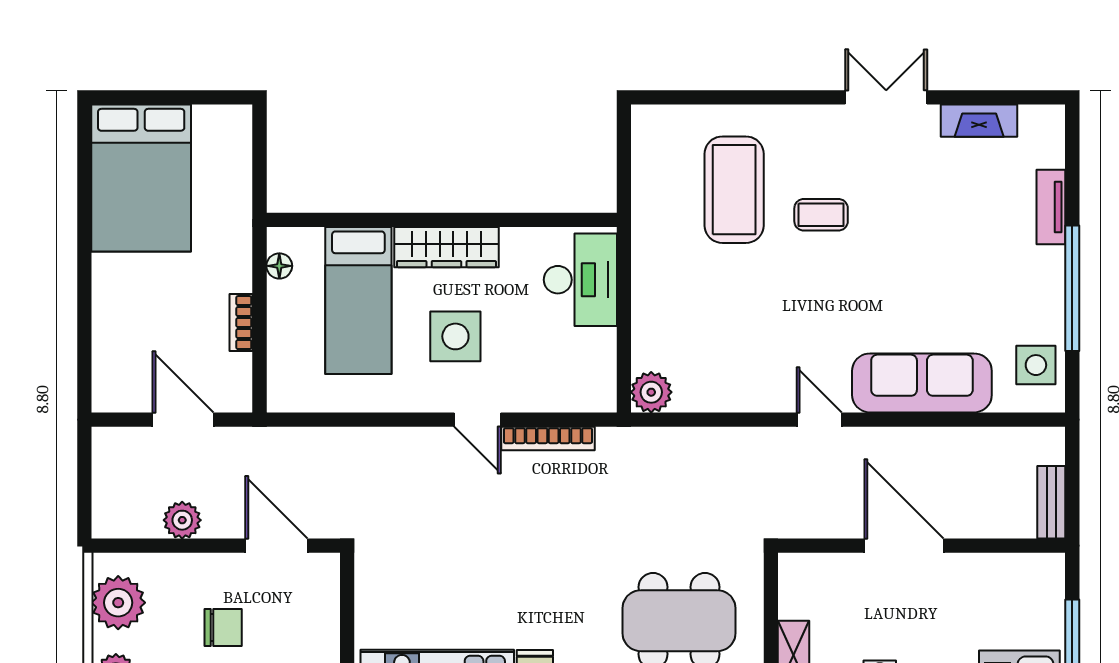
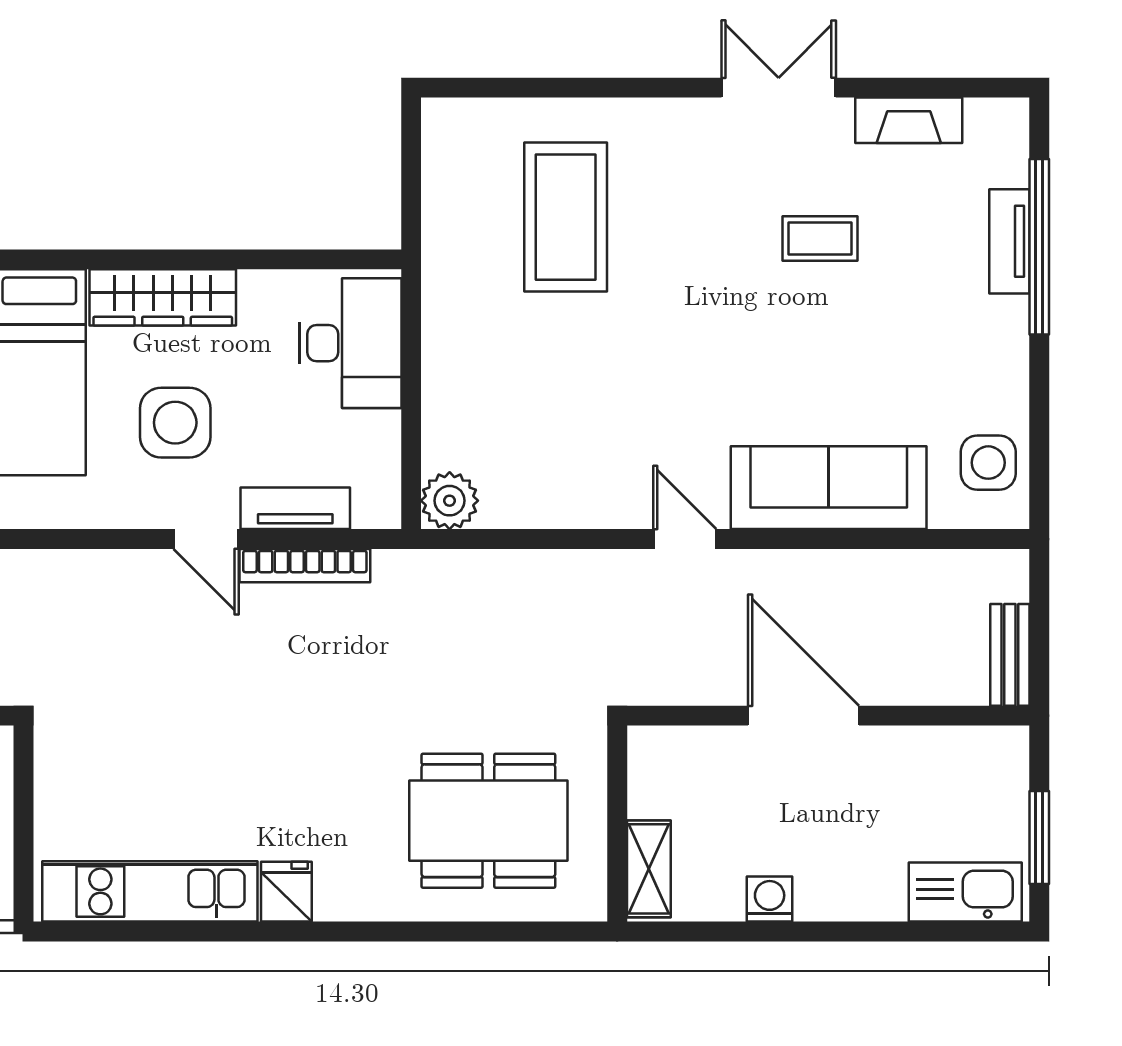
coffee table: (821, 215) -> (820, 239), moved
window: (1072, 288) -> (1039, 247), moved
tv unit: (541, 398) -> (295, 508), added

